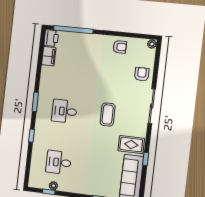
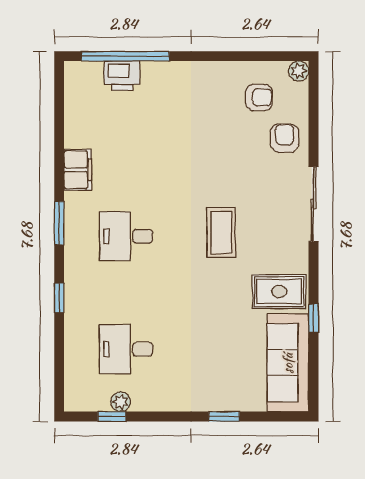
printer: (51, 38) -> (122, 76), moved, turned 90
armchair: (120, 47) -> (259, 97), moved
filing cabinet: (49, 56) -> (78, 170), moved

